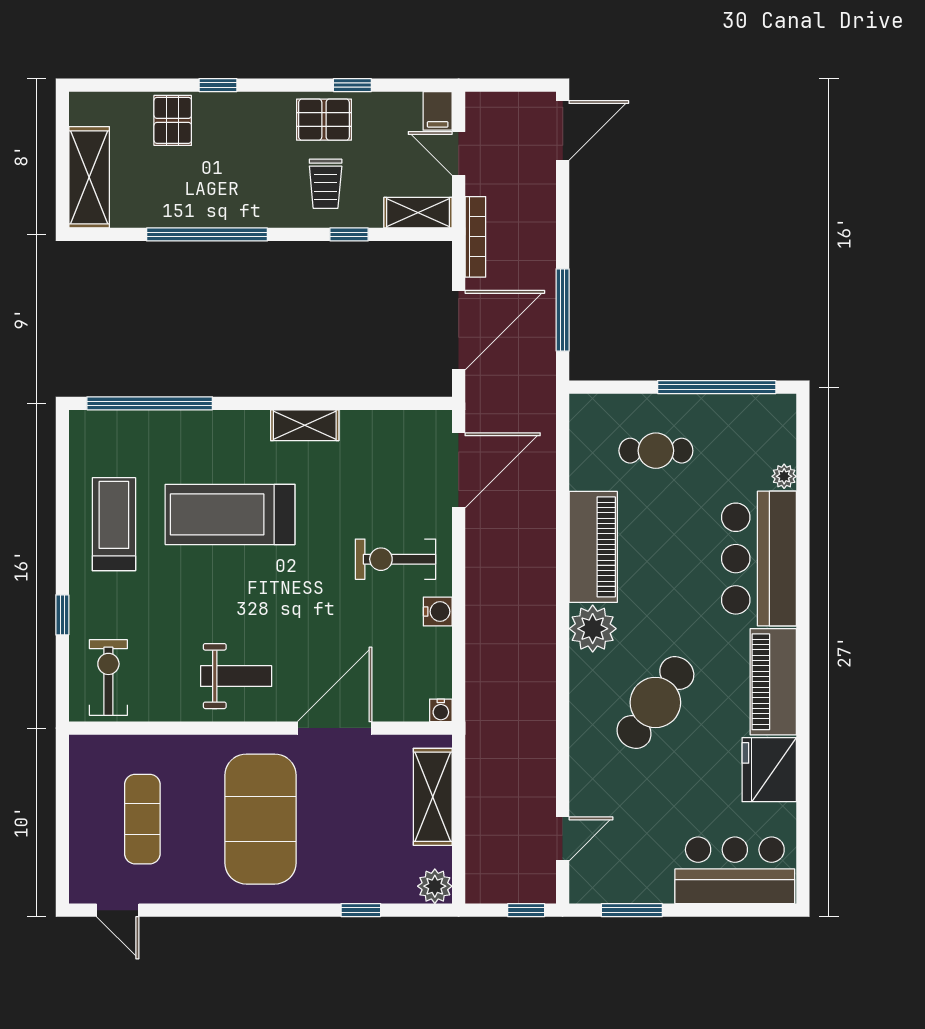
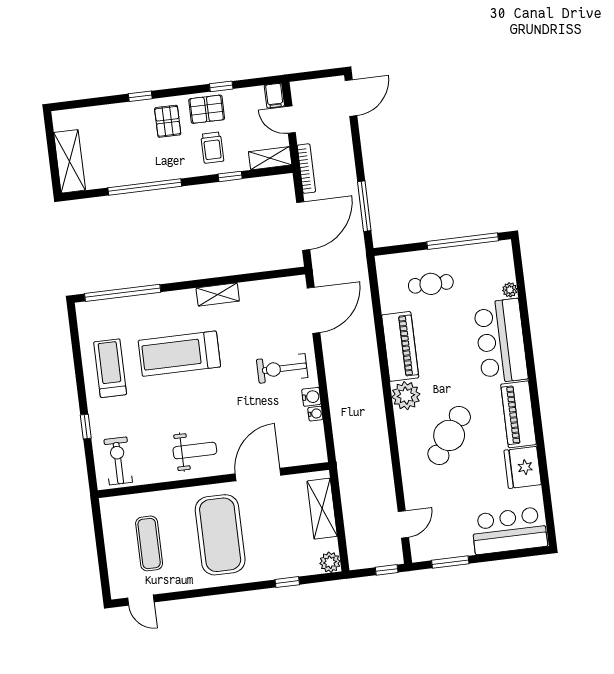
pallet: (173, 120) -> (168, 121), moved
water cooler: (441, 710) -> (315, 414), moved, turned -90

